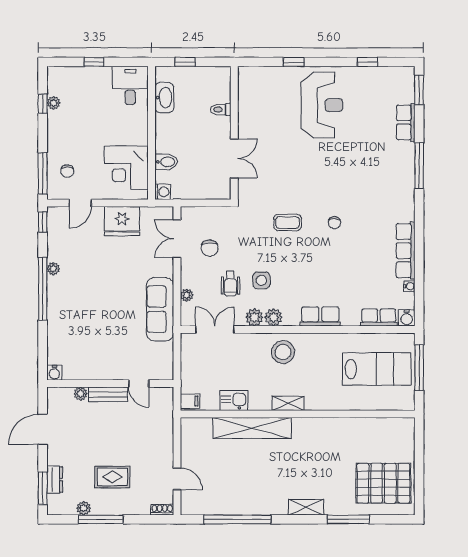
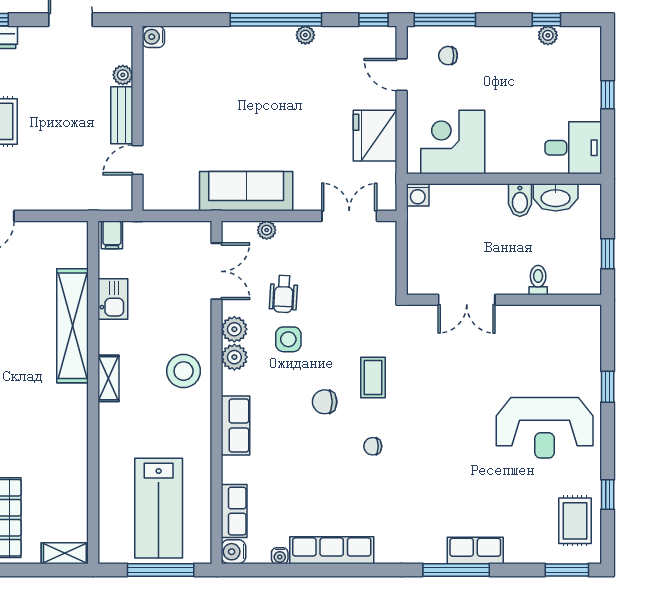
window: (185, 62) -> (608, 254), moved
rug: (385, 84) -> (575, 521), added
row of seats: (406, 122) -> (475, 550), moved
bidet: (166, 162) -> (520, 200), moved
chair: (210, 248) -> (325, 402), moved
wheelchair: (230, 284) -> (284, 294), turned -87
shelving: (408, 433) -> (65, 553), added

